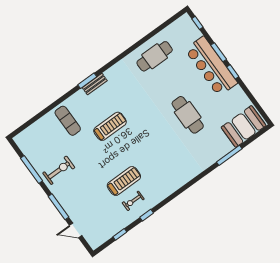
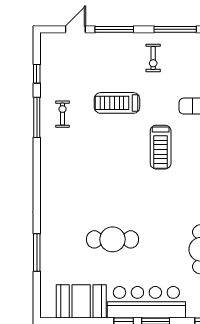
booth: (244, 126) -> (81, 301), moved, turned 90
exercise bike: (59, 170) -> (153, 58), width x0.73, depth x0.72
treadmill: (124, 181) -> (117, 103), moved, turned 90
window: (147, 215) -> (37, 117), width x2.17

